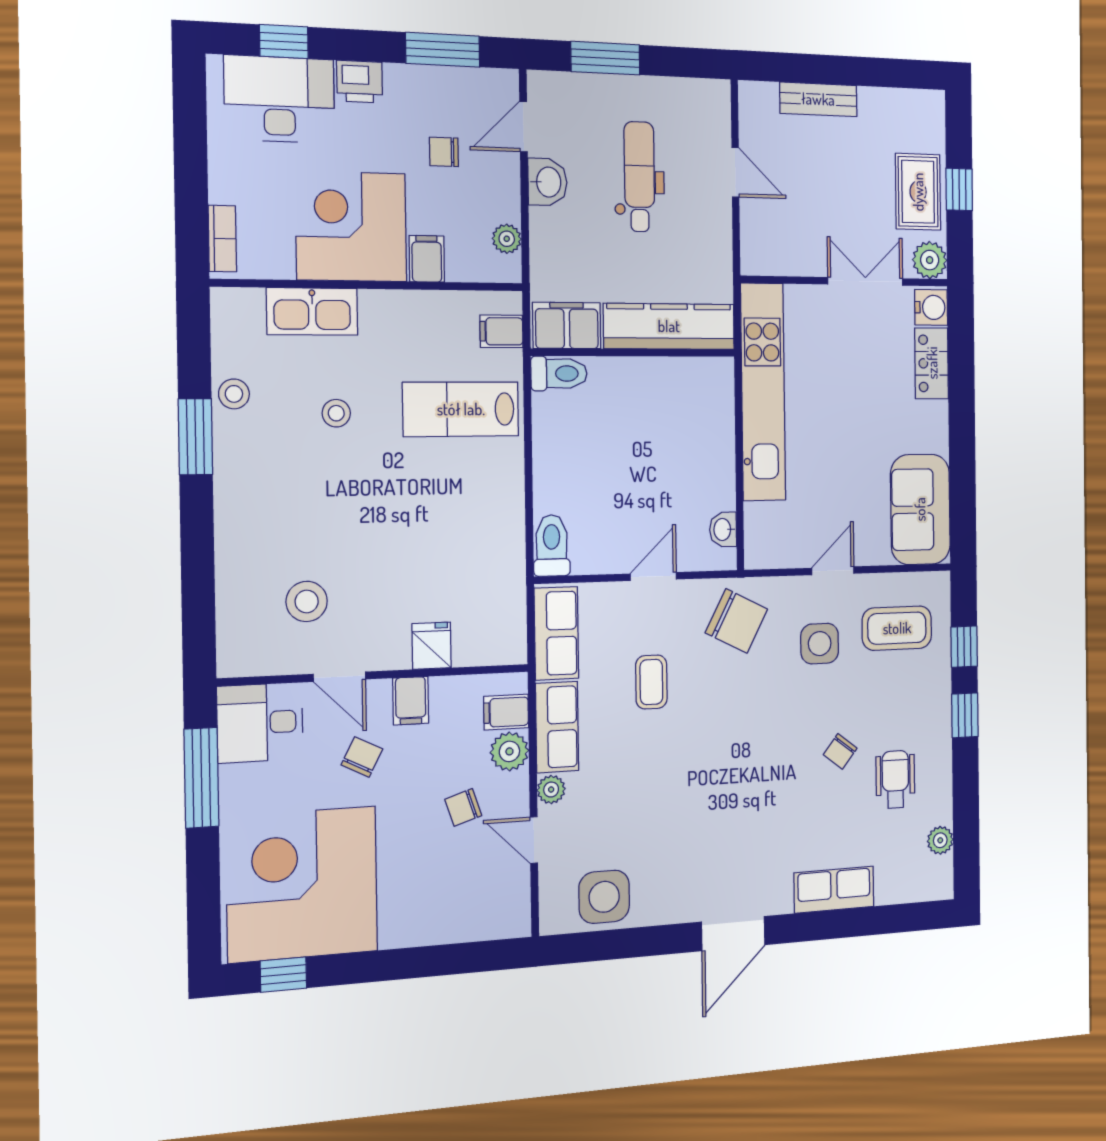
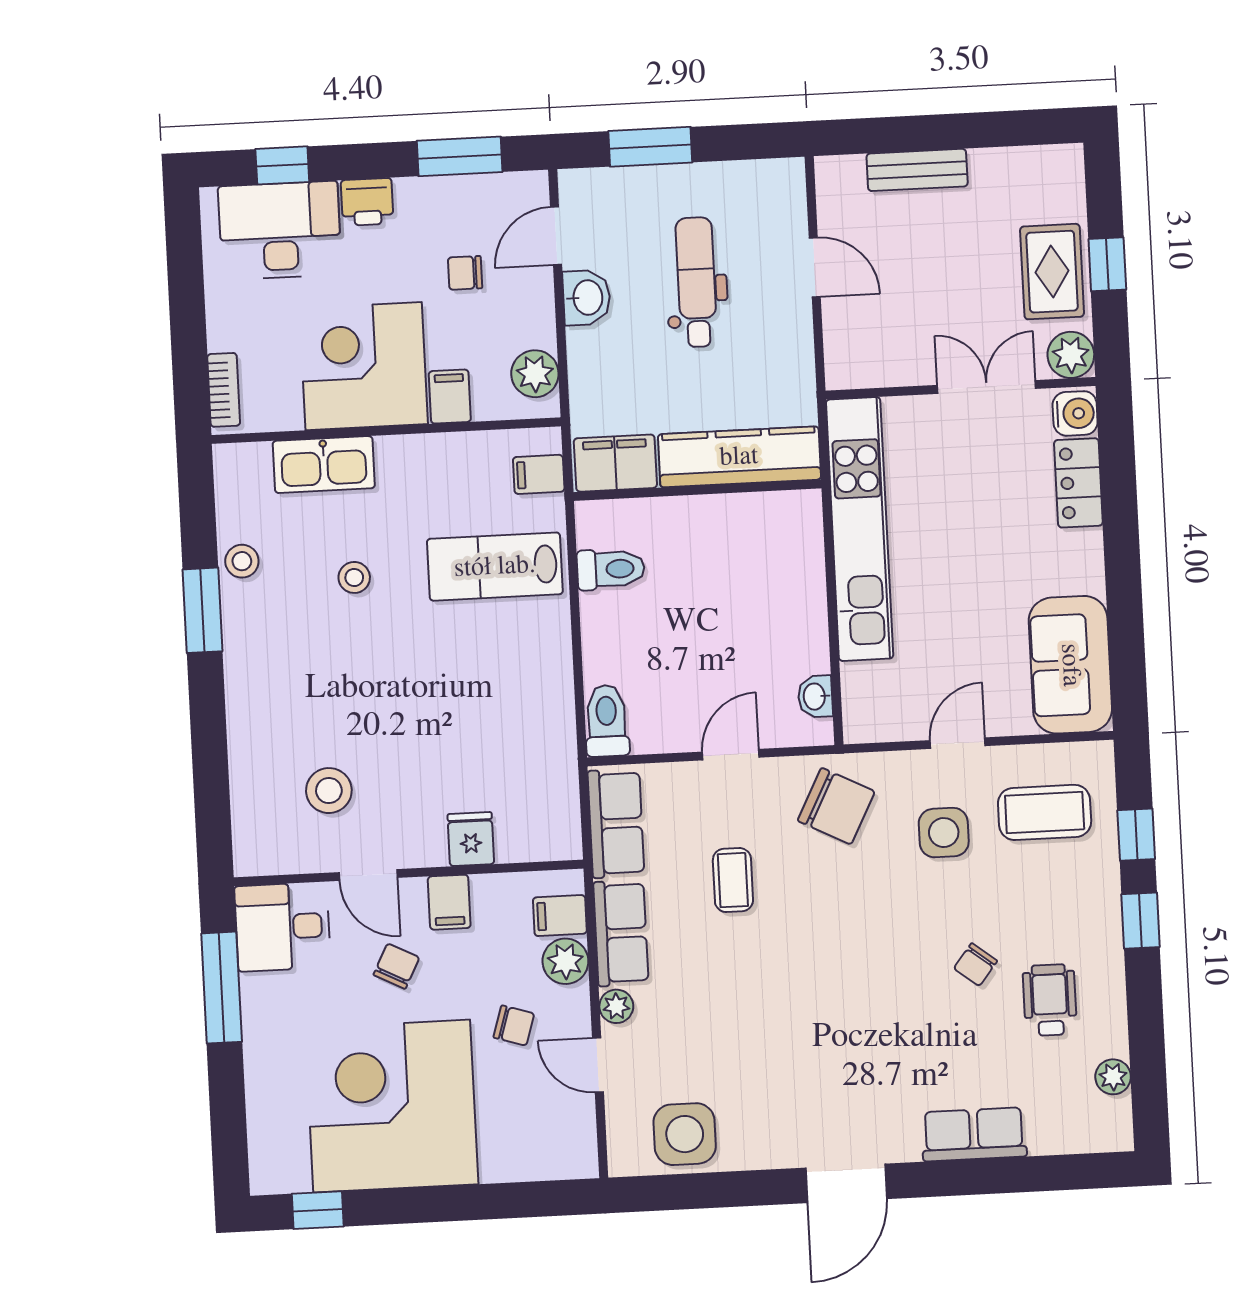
plant: (507, 239) -> (535, 374), width x1.38, depth x1.38
toilet: (559, 373) -> (611, 569), moved
chair: (463, 807) -> (514, 1026), turned -145
corner desk: (302, 884) -> (392, 1106), moved

